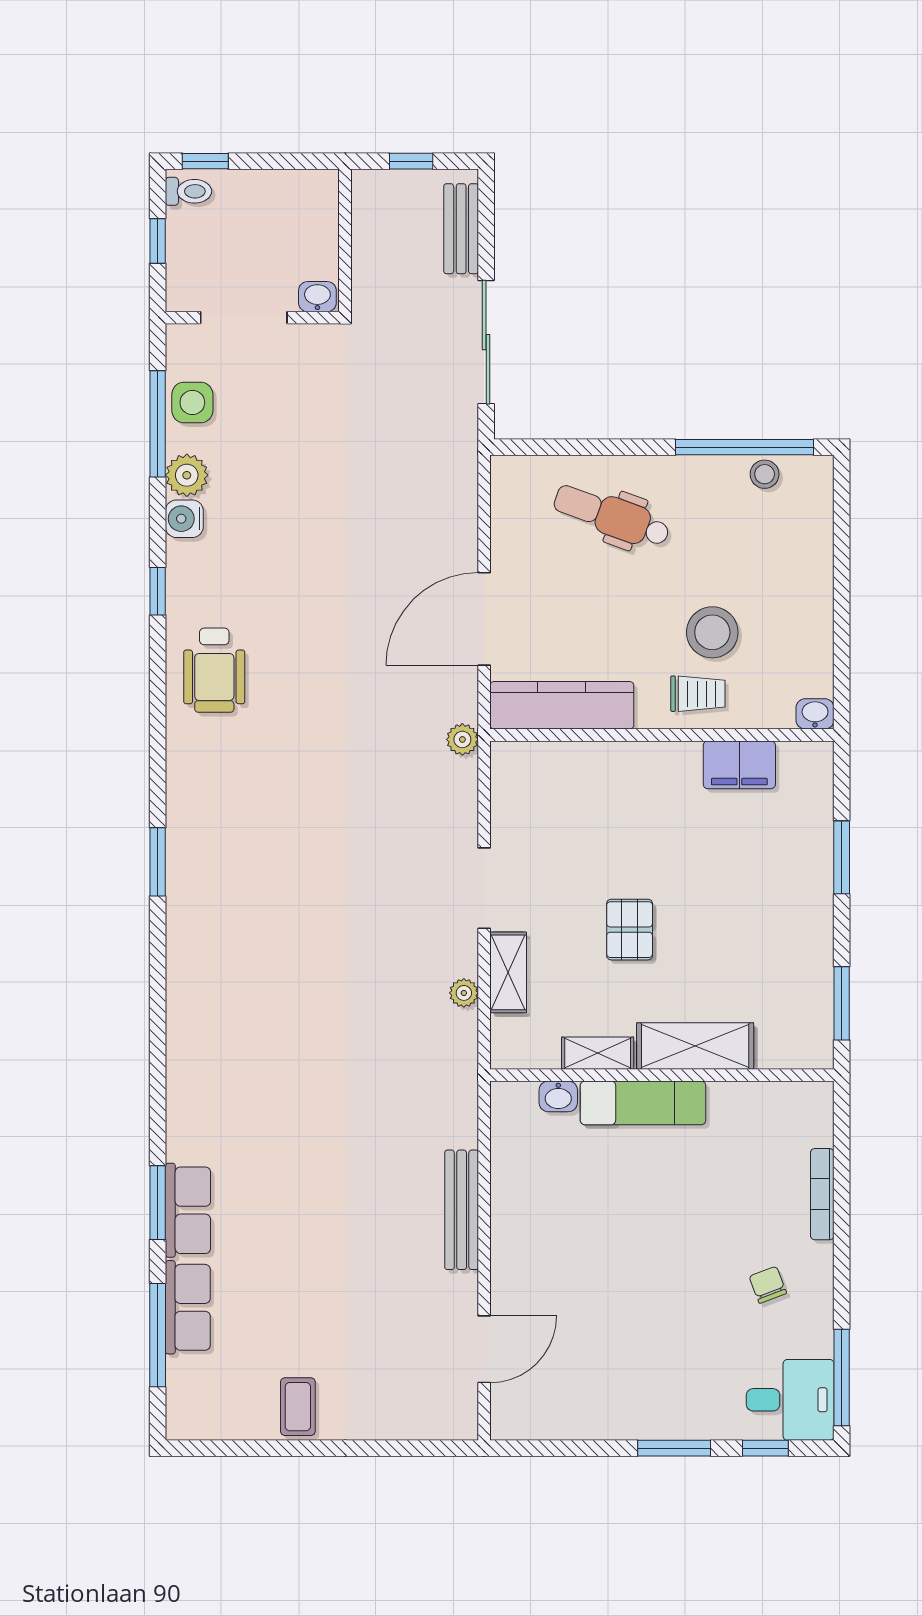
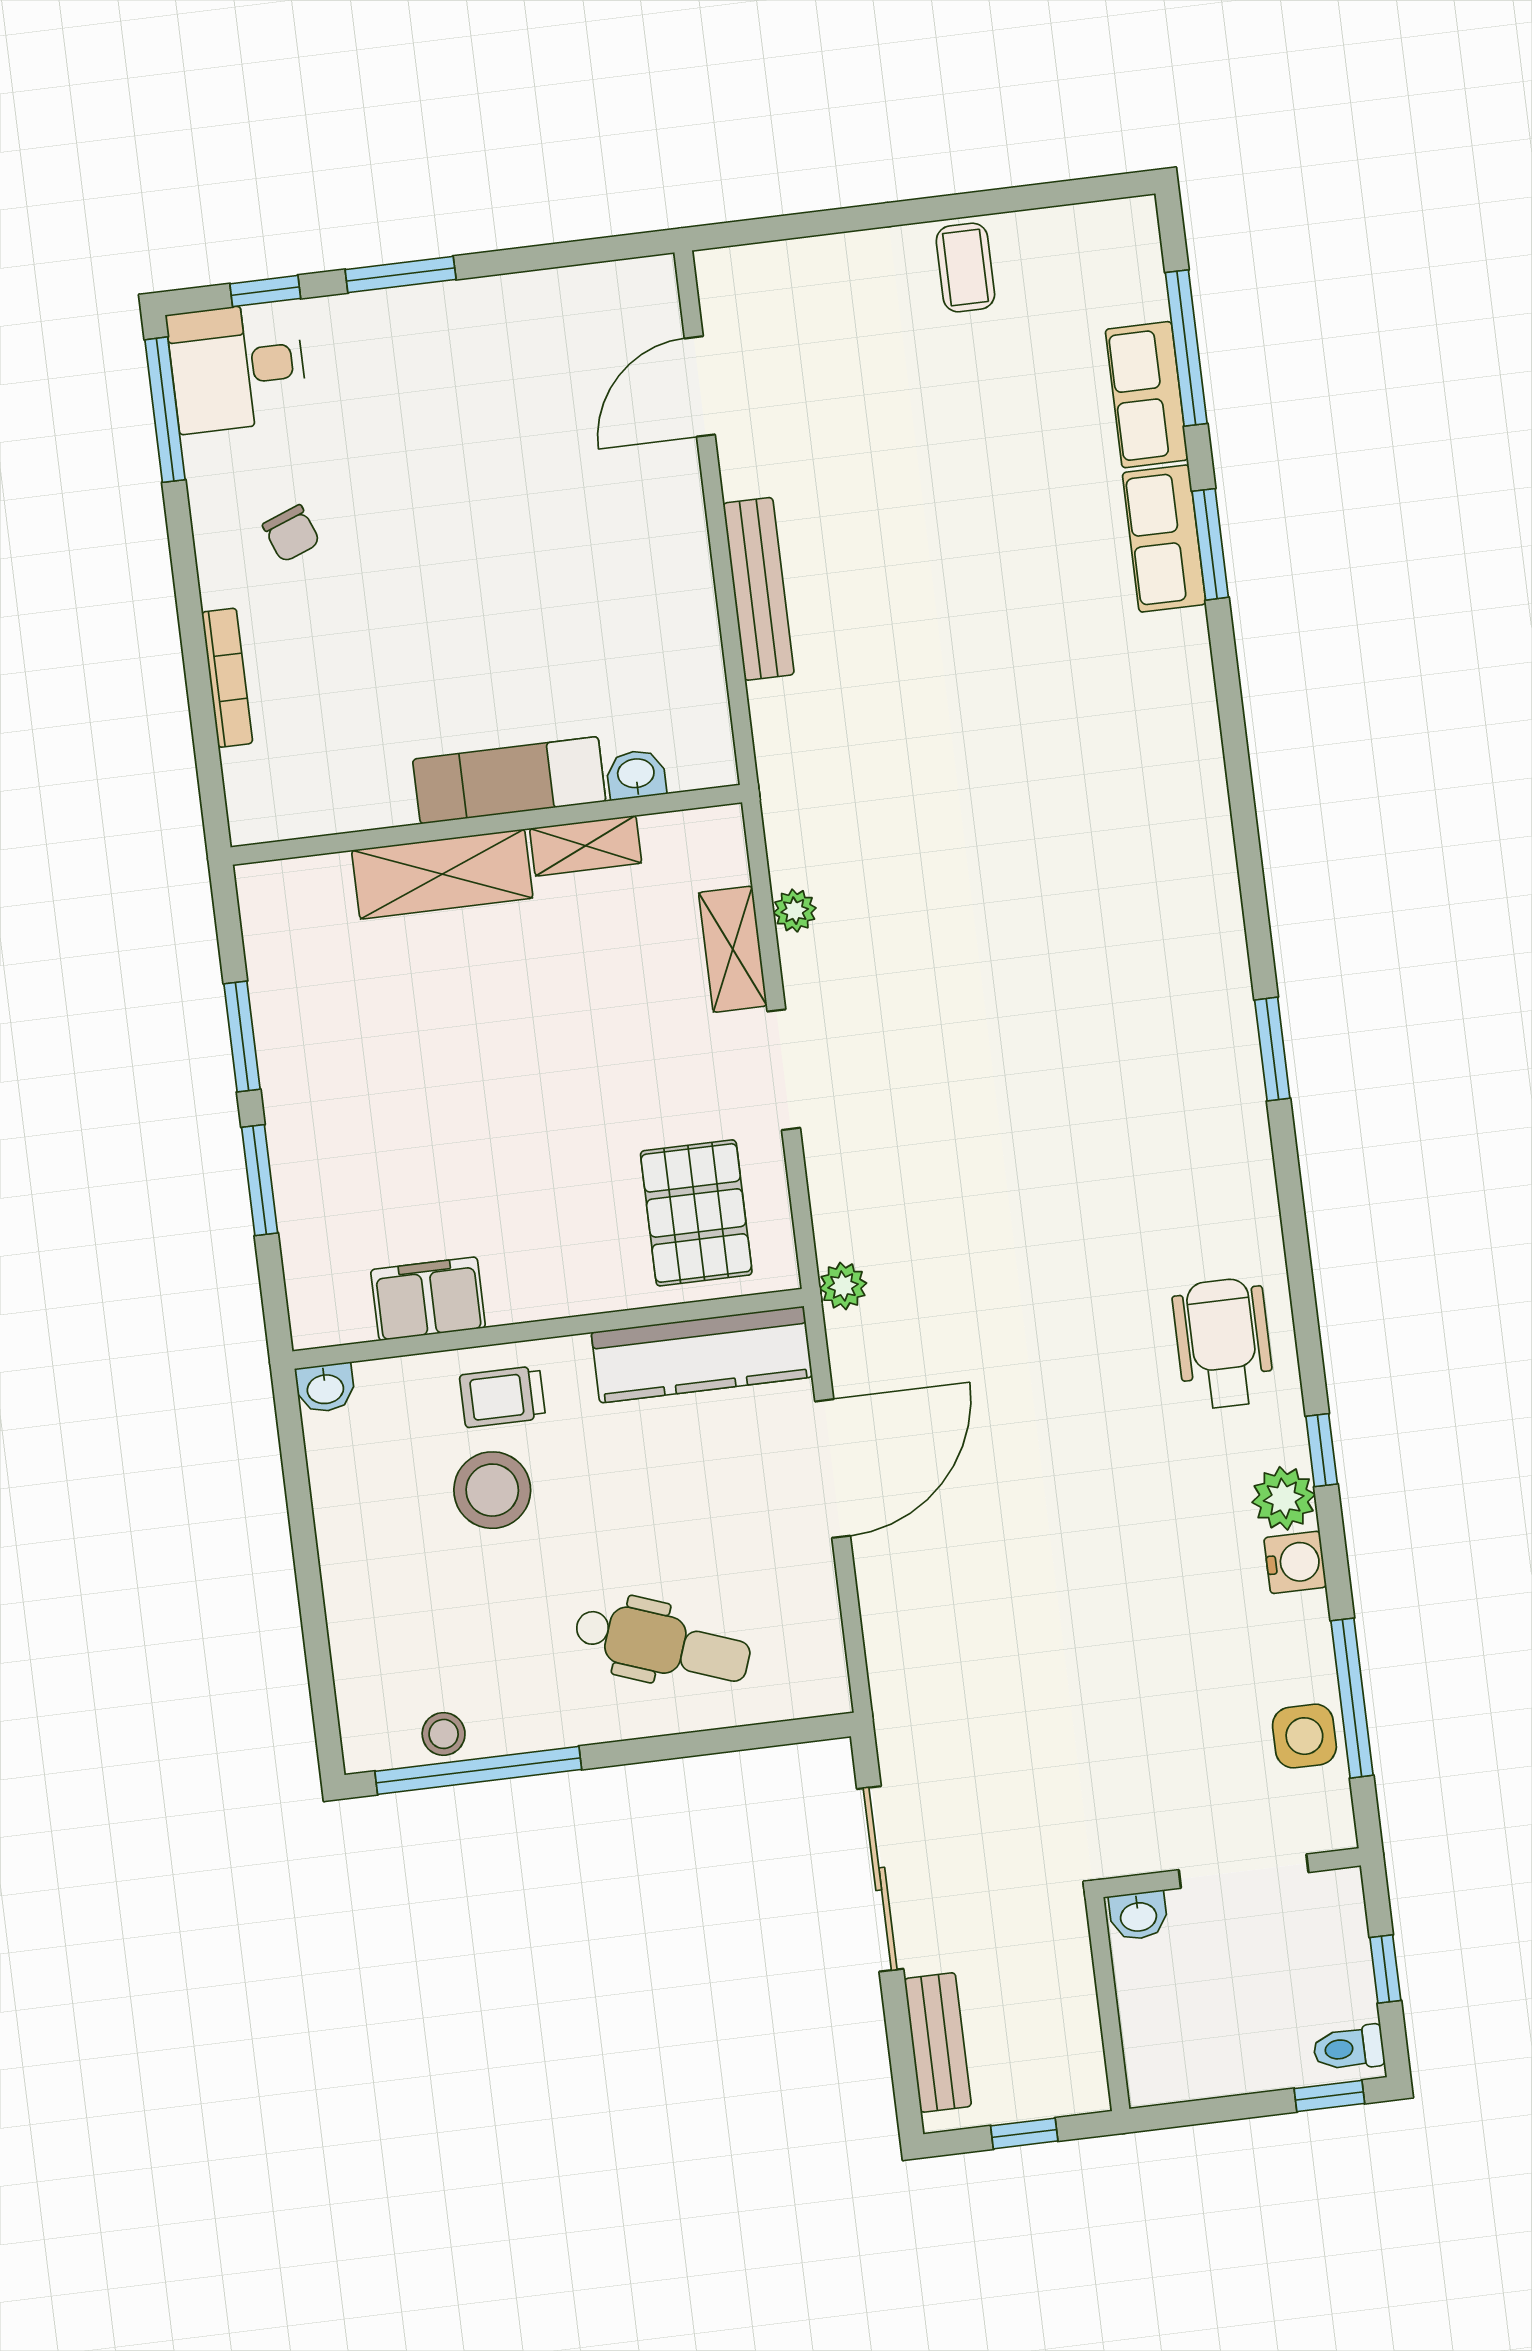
plant: (187, 475) -> (1284, 1498), moved
pallet: (630, 930) -> (696, 1213), moved, width x1.50, depth x1.42
window: (842, 1003) -> (242, 1036), moved

